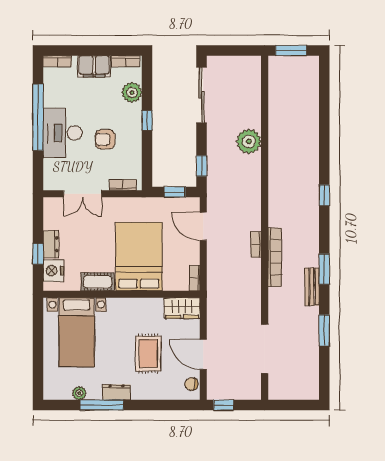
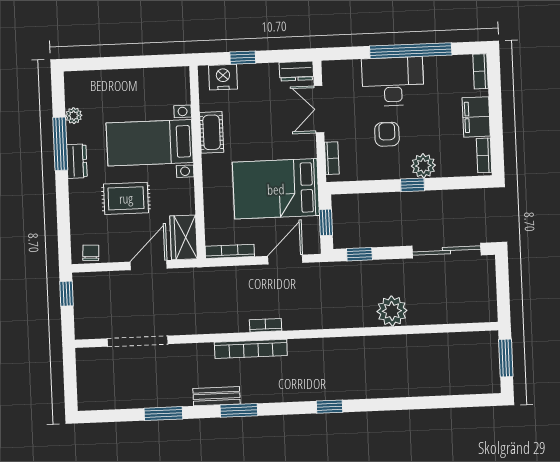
plant: (132, 92) -> (423, 166), moved
dresser: (51, 244) -> (296, 71), moved
bed: (139, 256) -> (276, 189), moved, turned 180
bookcase: (195, 278) -> (230, 251), width x1.56
bed with nightstands: (77, 332) -> (150, 143), moved
door: (203, 354) -> (149, 265), moved

